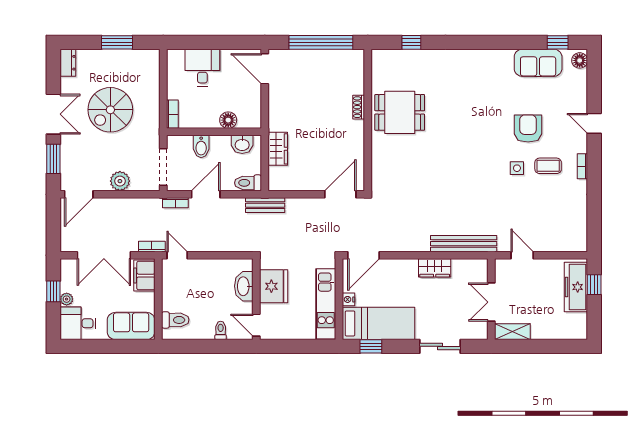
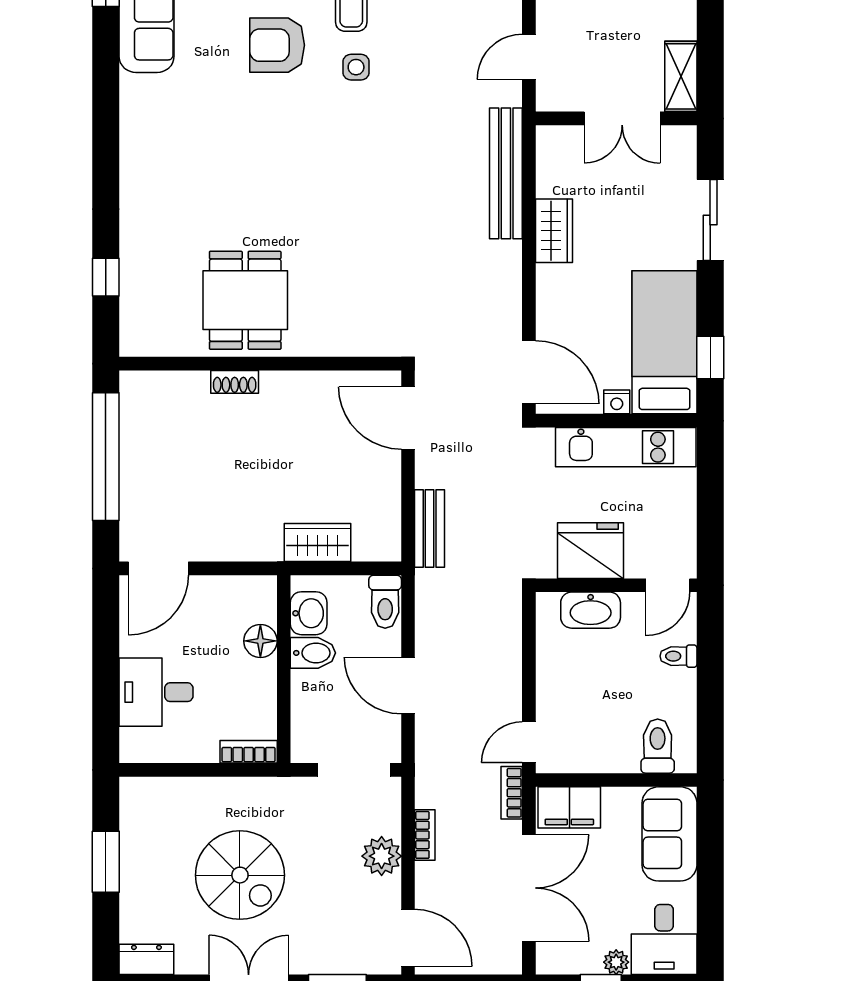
bidet: (201, 146) -> (313, 653), moved
bookcase: (175, 203) -> (425, 835), moved
bench: (265, 205) -> (430, 528), moved

